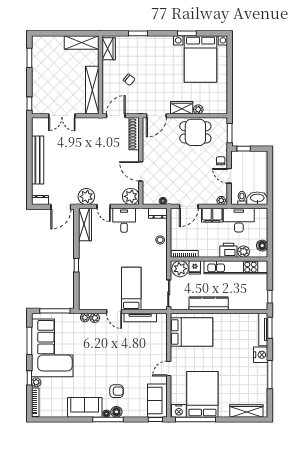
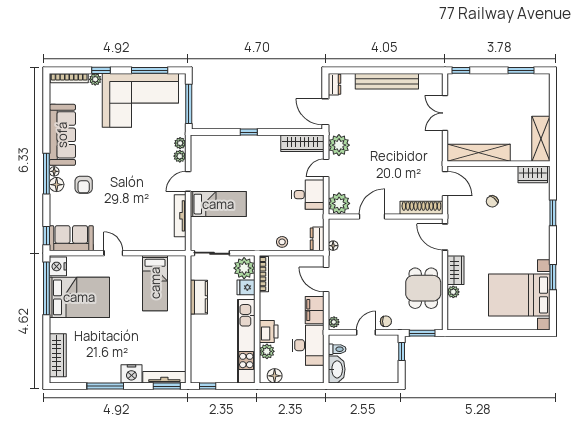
kitchen counter: (209, 303) -> (199, 297), width x0.67
bed: (192, 332) -> (155, 283), width x0.67
sofa: (85, 407) -> (62, 135), width x1.36

